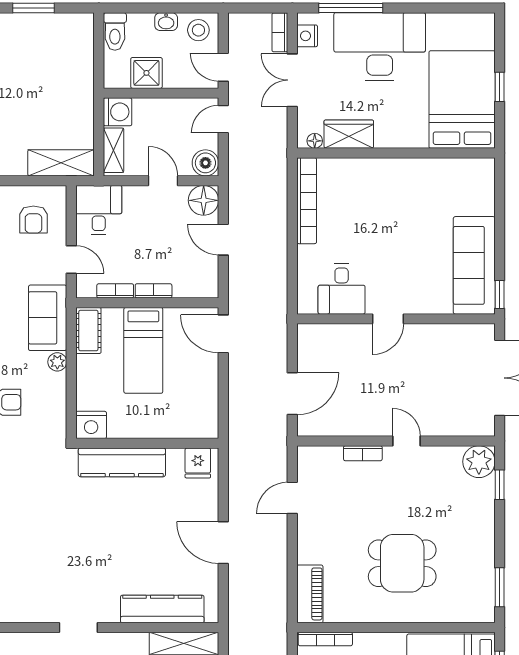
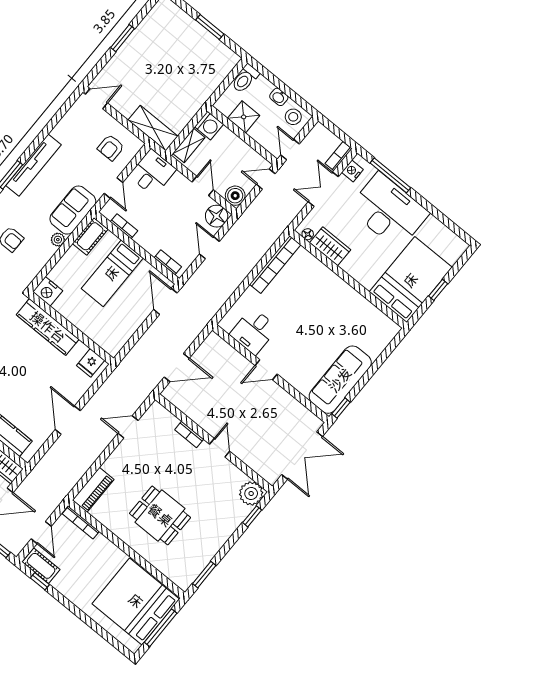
bookcase: (154, 291) -> (168, 262), moved

